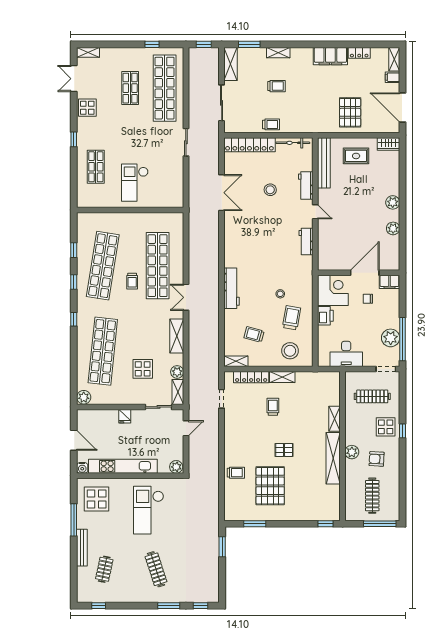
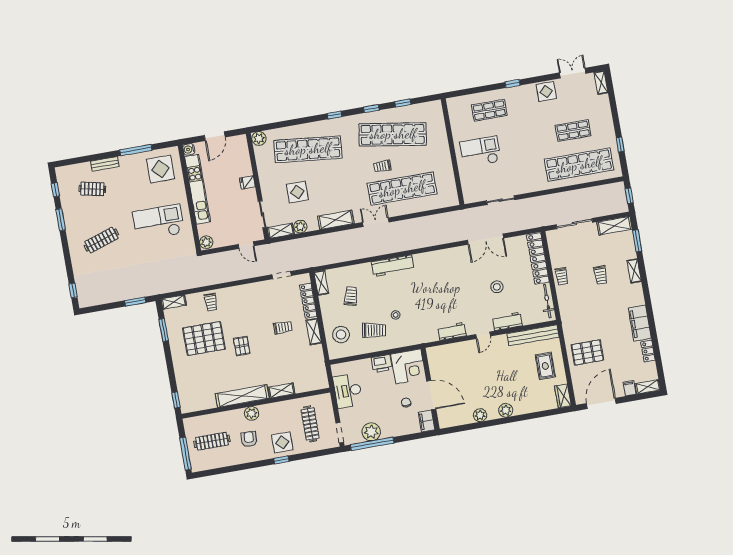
sliding door: (186, 142) -> (501, 200), moved
shelving: (229, 509) -> (174, 302), added
bench: (82, 548) -> (105, 164), width x0.73
window: (169, 606) -> (61, 220), moved

